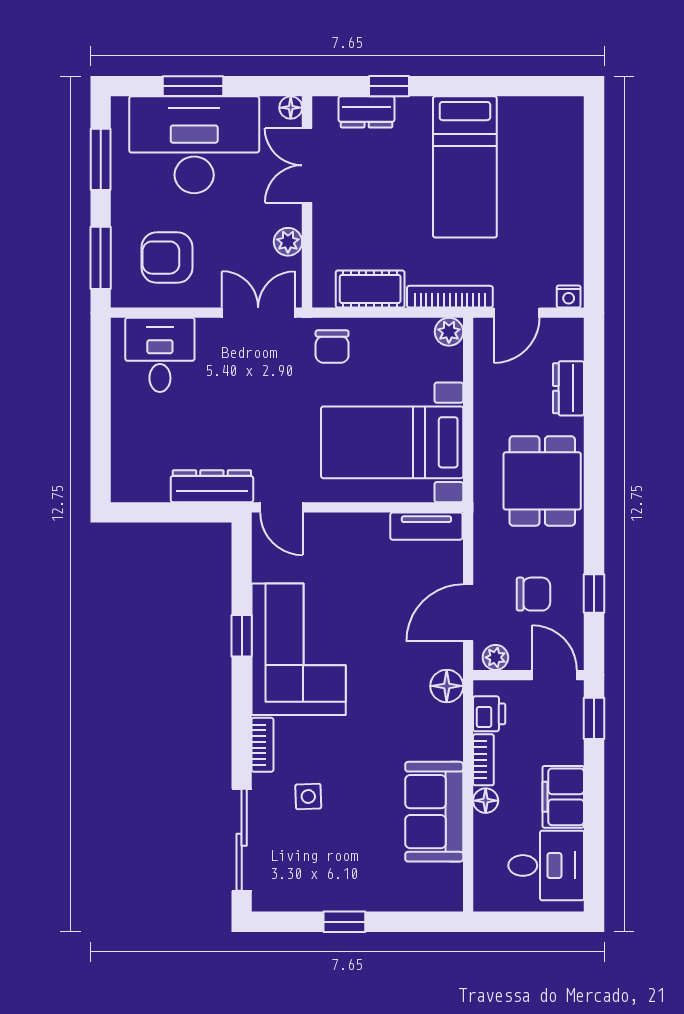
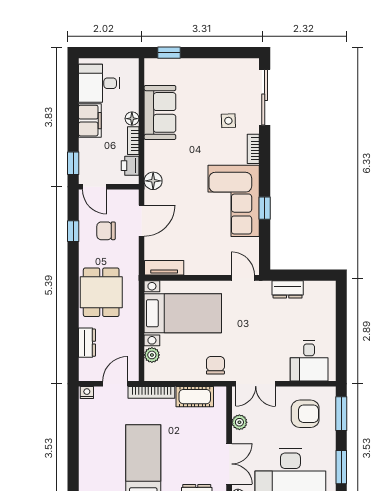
plant: (449, 332) -> (152, 355), moved
dresser: (212, 486) -> (288, 289), width x0.70
plant: (495, 657) -> (127, 196), removed
window: (344, 922) -> (169, 53), moved

